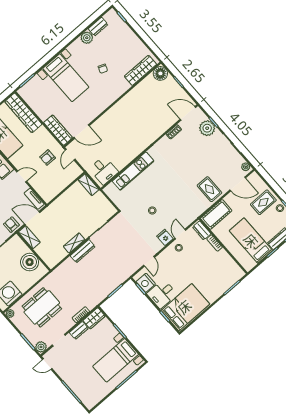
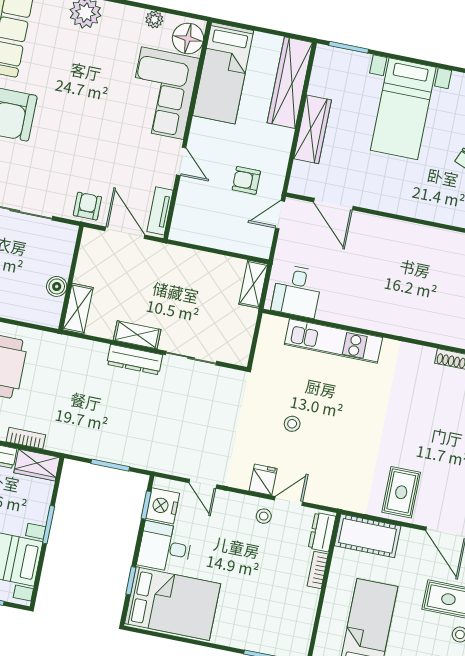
wardrobe: (58, 130) -> (312, 129), moved
shelving: (29, 237) -> (78, 309), moved
door: (149, 261) -> (203, 484), hinge flipped
boiler: (30, 262) -> (57, 286), width x0.54, depth x0.54

